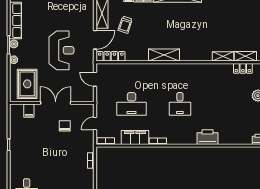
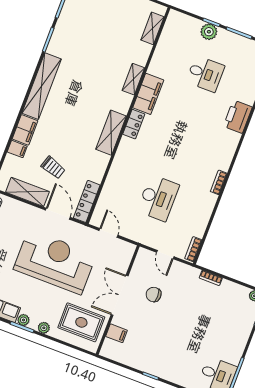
reception desk: (61, 50) -> (55, 262), width x1.36, depth x1.30
shelving: (223, 56) -> (133, 79), moved
locker: (243, 68) -> (134, 124), moved
door: (95, 79) -> (108, 233), swing flipped
desk: (180, 104) -> (205, 74), moved
filing cabinet: (135, 138) -> (148, 94), moved, turned 180

